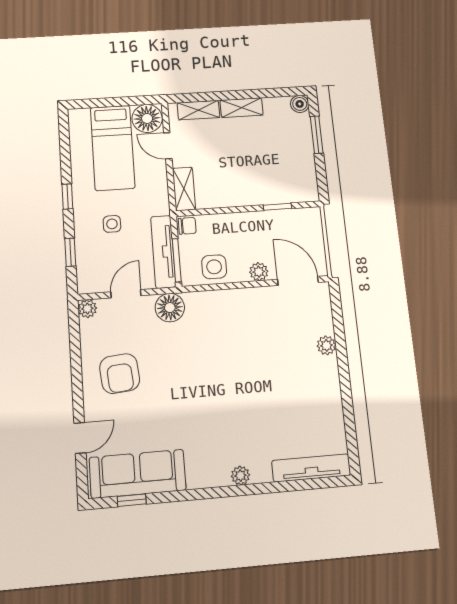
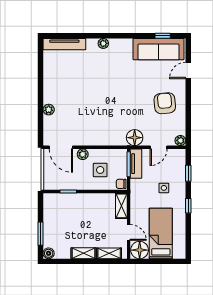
tv unit: (163, 252) -> (136, 164), width x0.71
side table: (214, 267) -> (100, 170), moved

